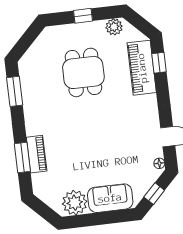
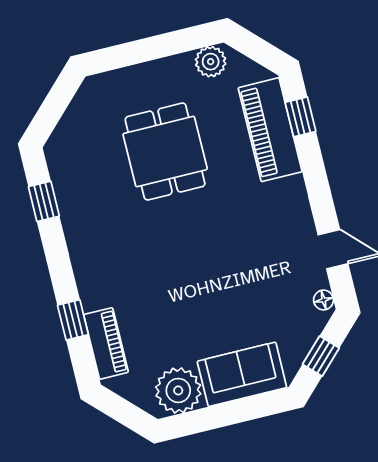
window: (83, 16) -> (152, 48), removed
window: (15, 91) -> (44, 201), width x0.67
piano: (37, 154) -> (106, 343), moved
window: (22, 157) -> (73, 320), width x0.67

